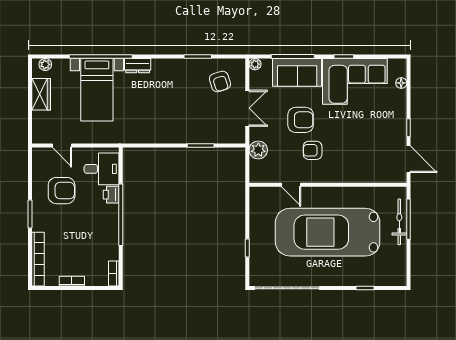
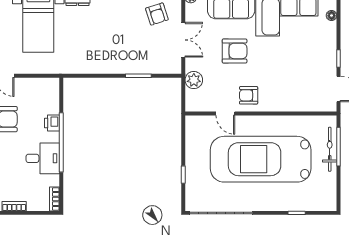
armchair: (313, 150) -> (249, 95), moved
desk: (102, 169) -> (43, 158), moved

